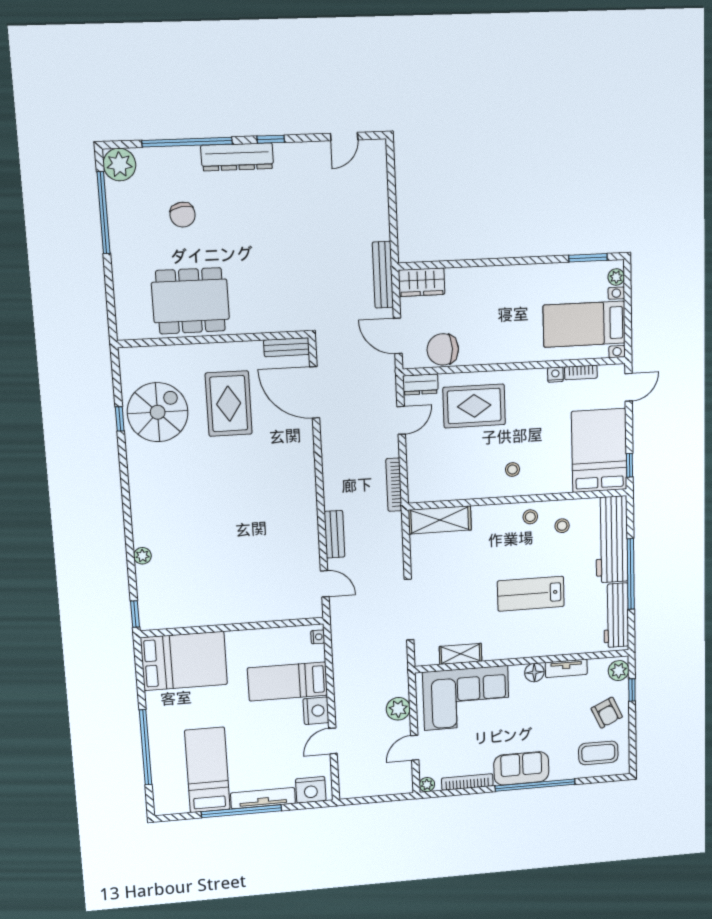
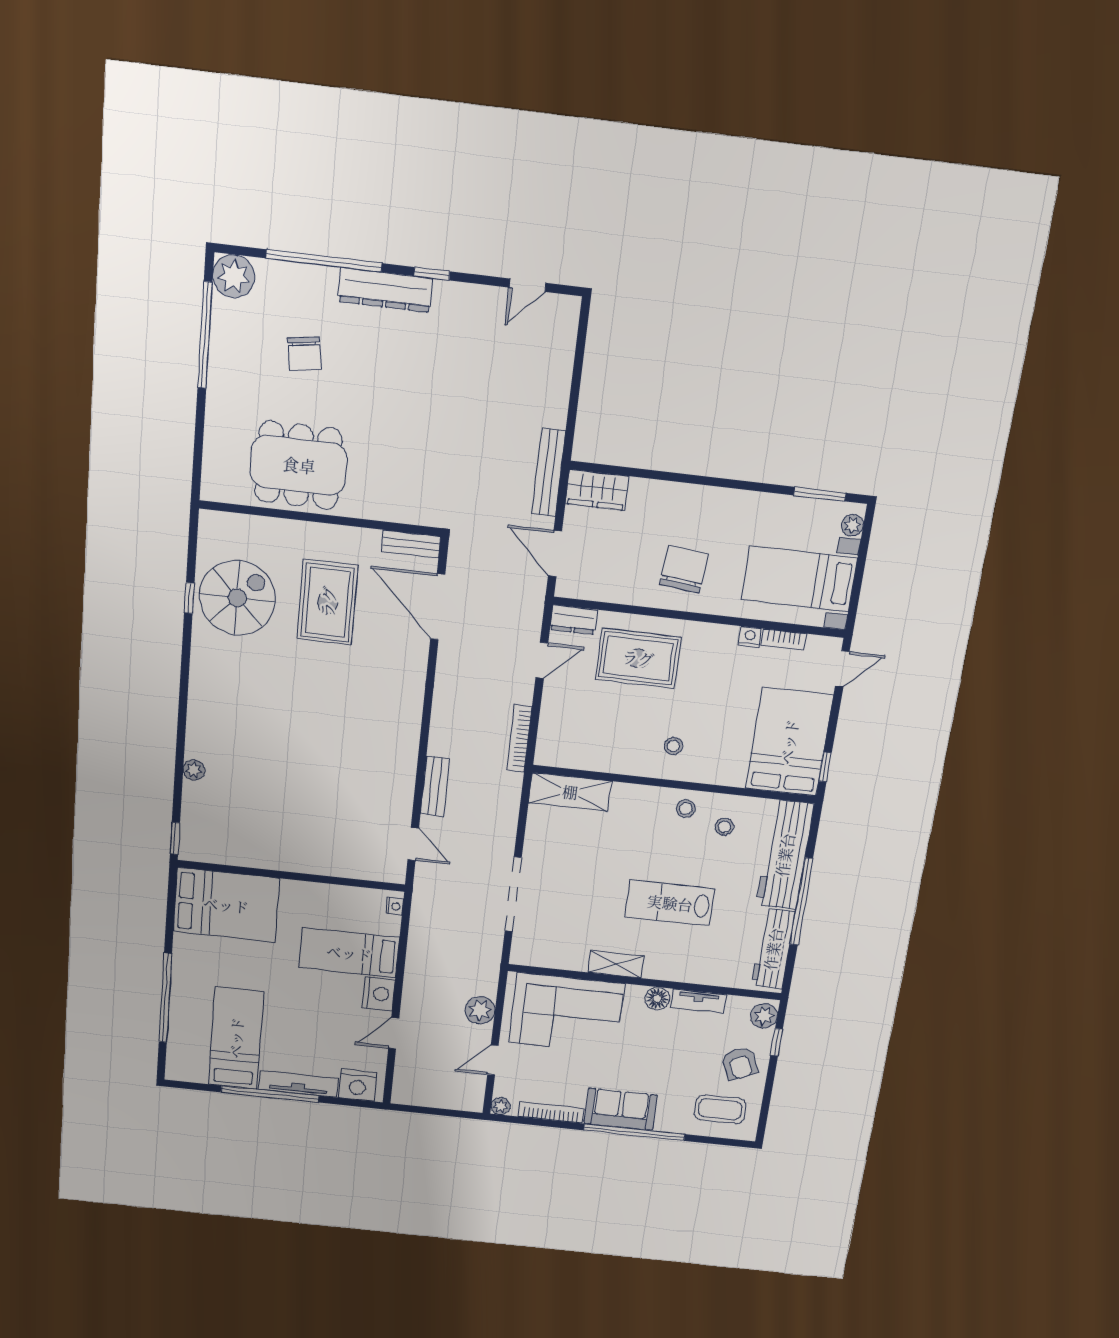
chair: (443, 349) -> (684, 569), moved, turned 96
shelving: (460, 654) -> (616, 964), moved

